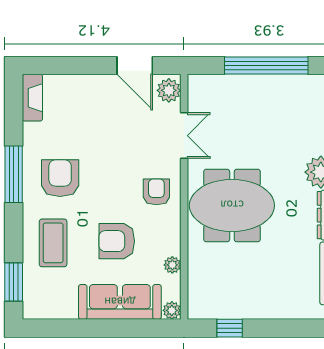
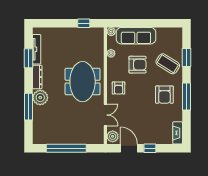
window: (91, 65) -> (150, 148), added
double door: (184, 136) -> (105, 115), swing flipped
meeting table: (232, 205) -> (83, 82), turned 90
coffee table: (53, 243) -> (168, 64), turned -58
window: (14, 282) -> (187, 57), moved

